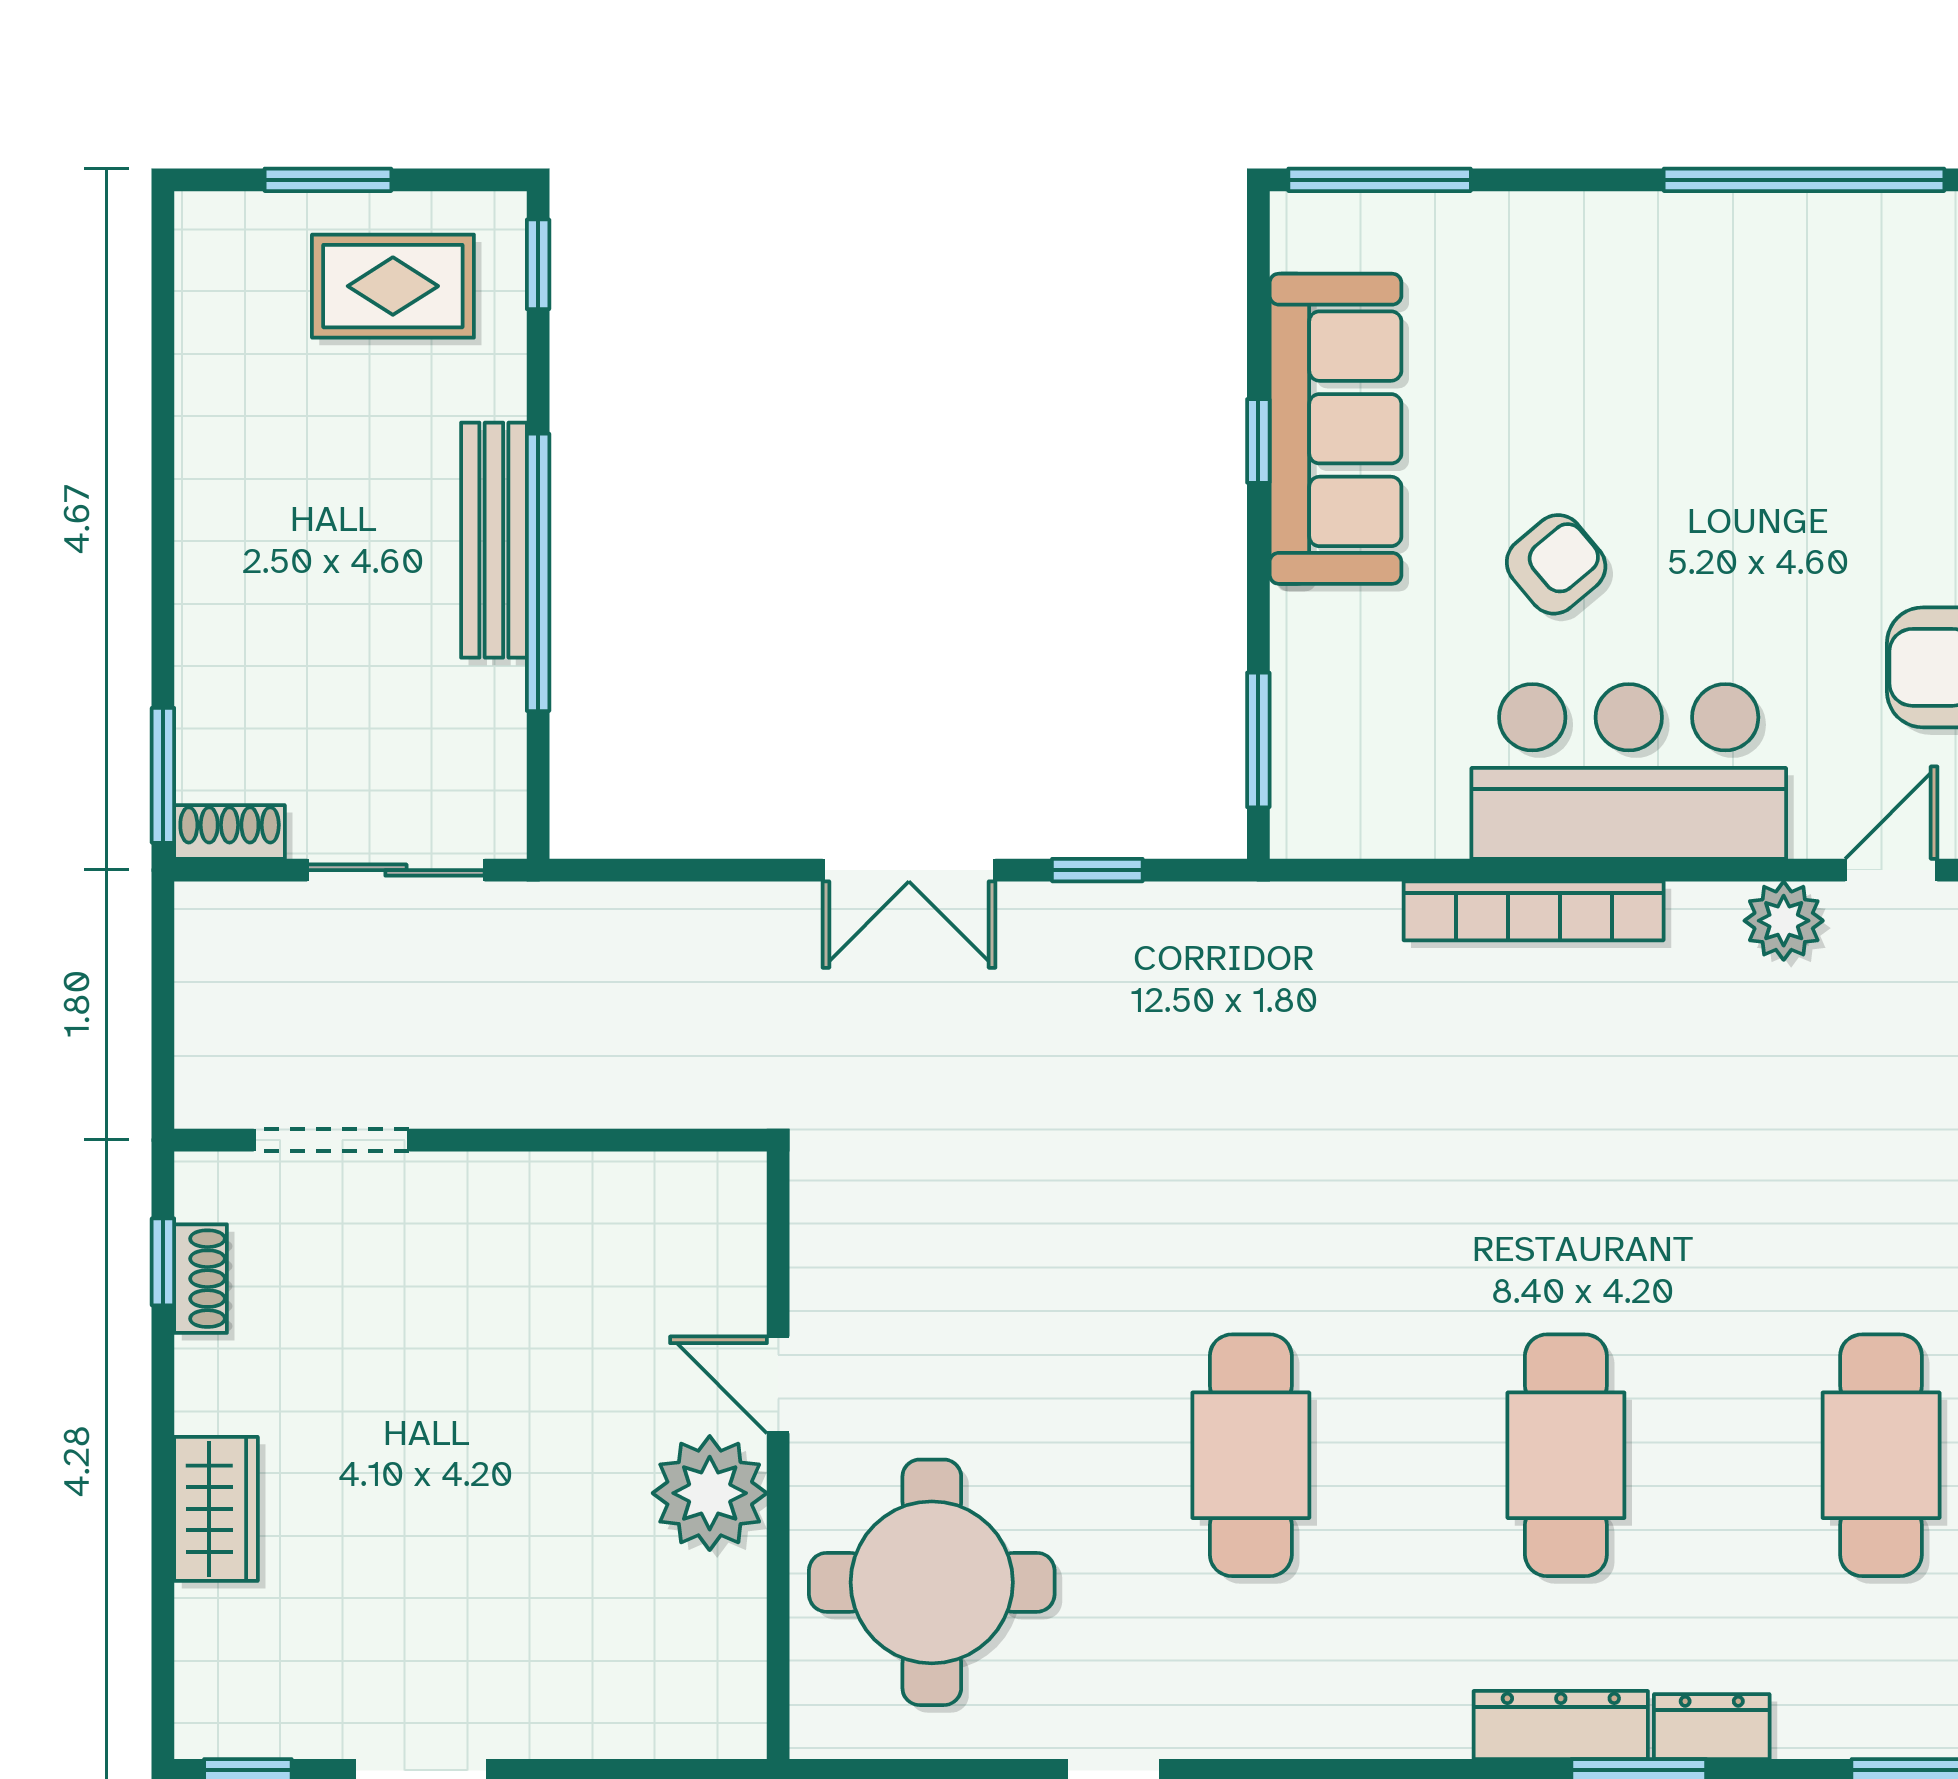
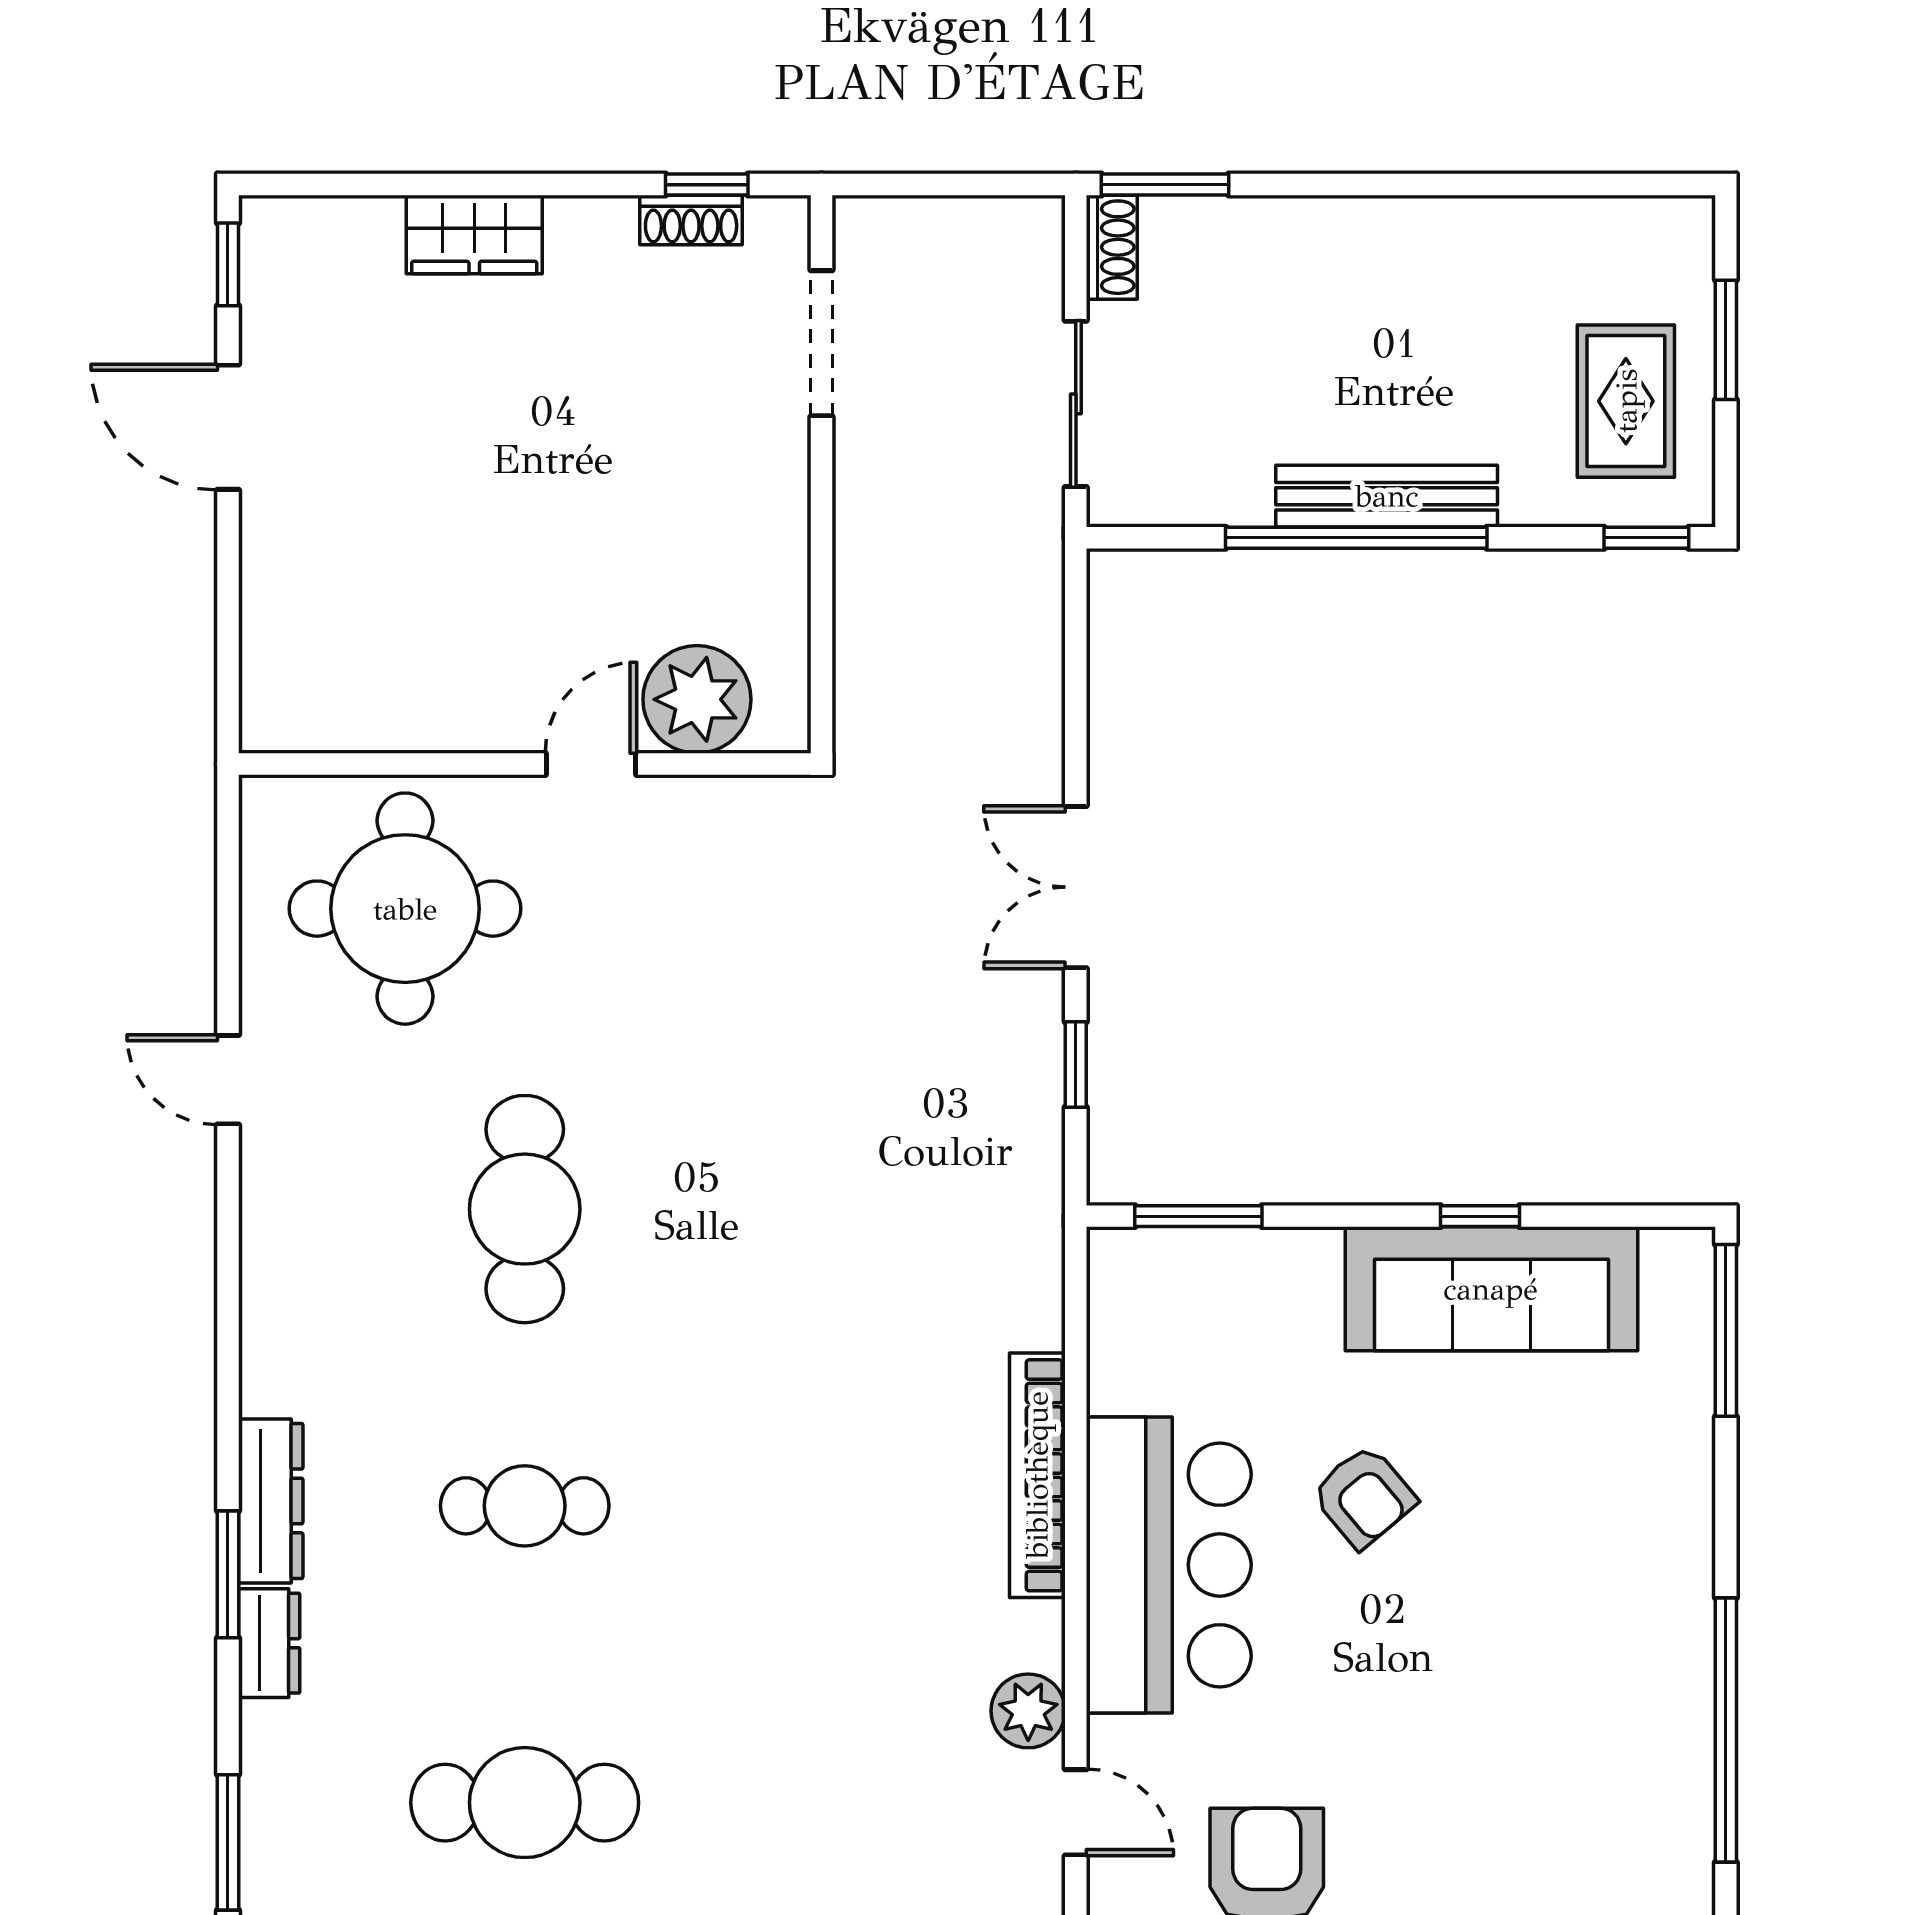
cafe table: (1251, 1455) -> (525, 1209), turned 90
cafe table: (1566, 1455) -> (525, 1506), width x0.73, depth x0.74
plant: (710, 1493) -> (697, 699), moved

